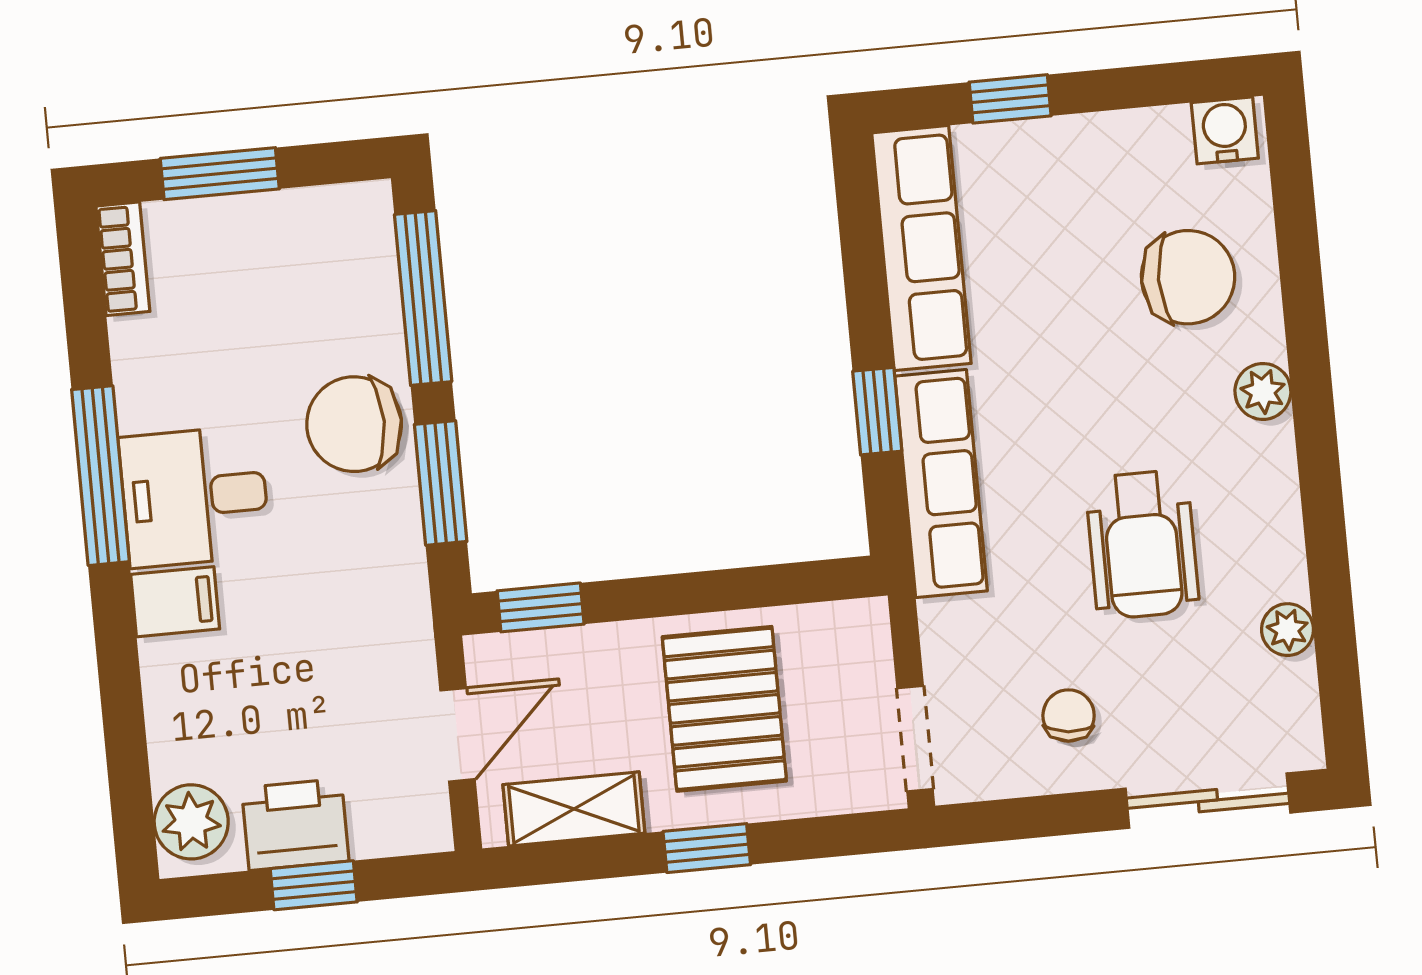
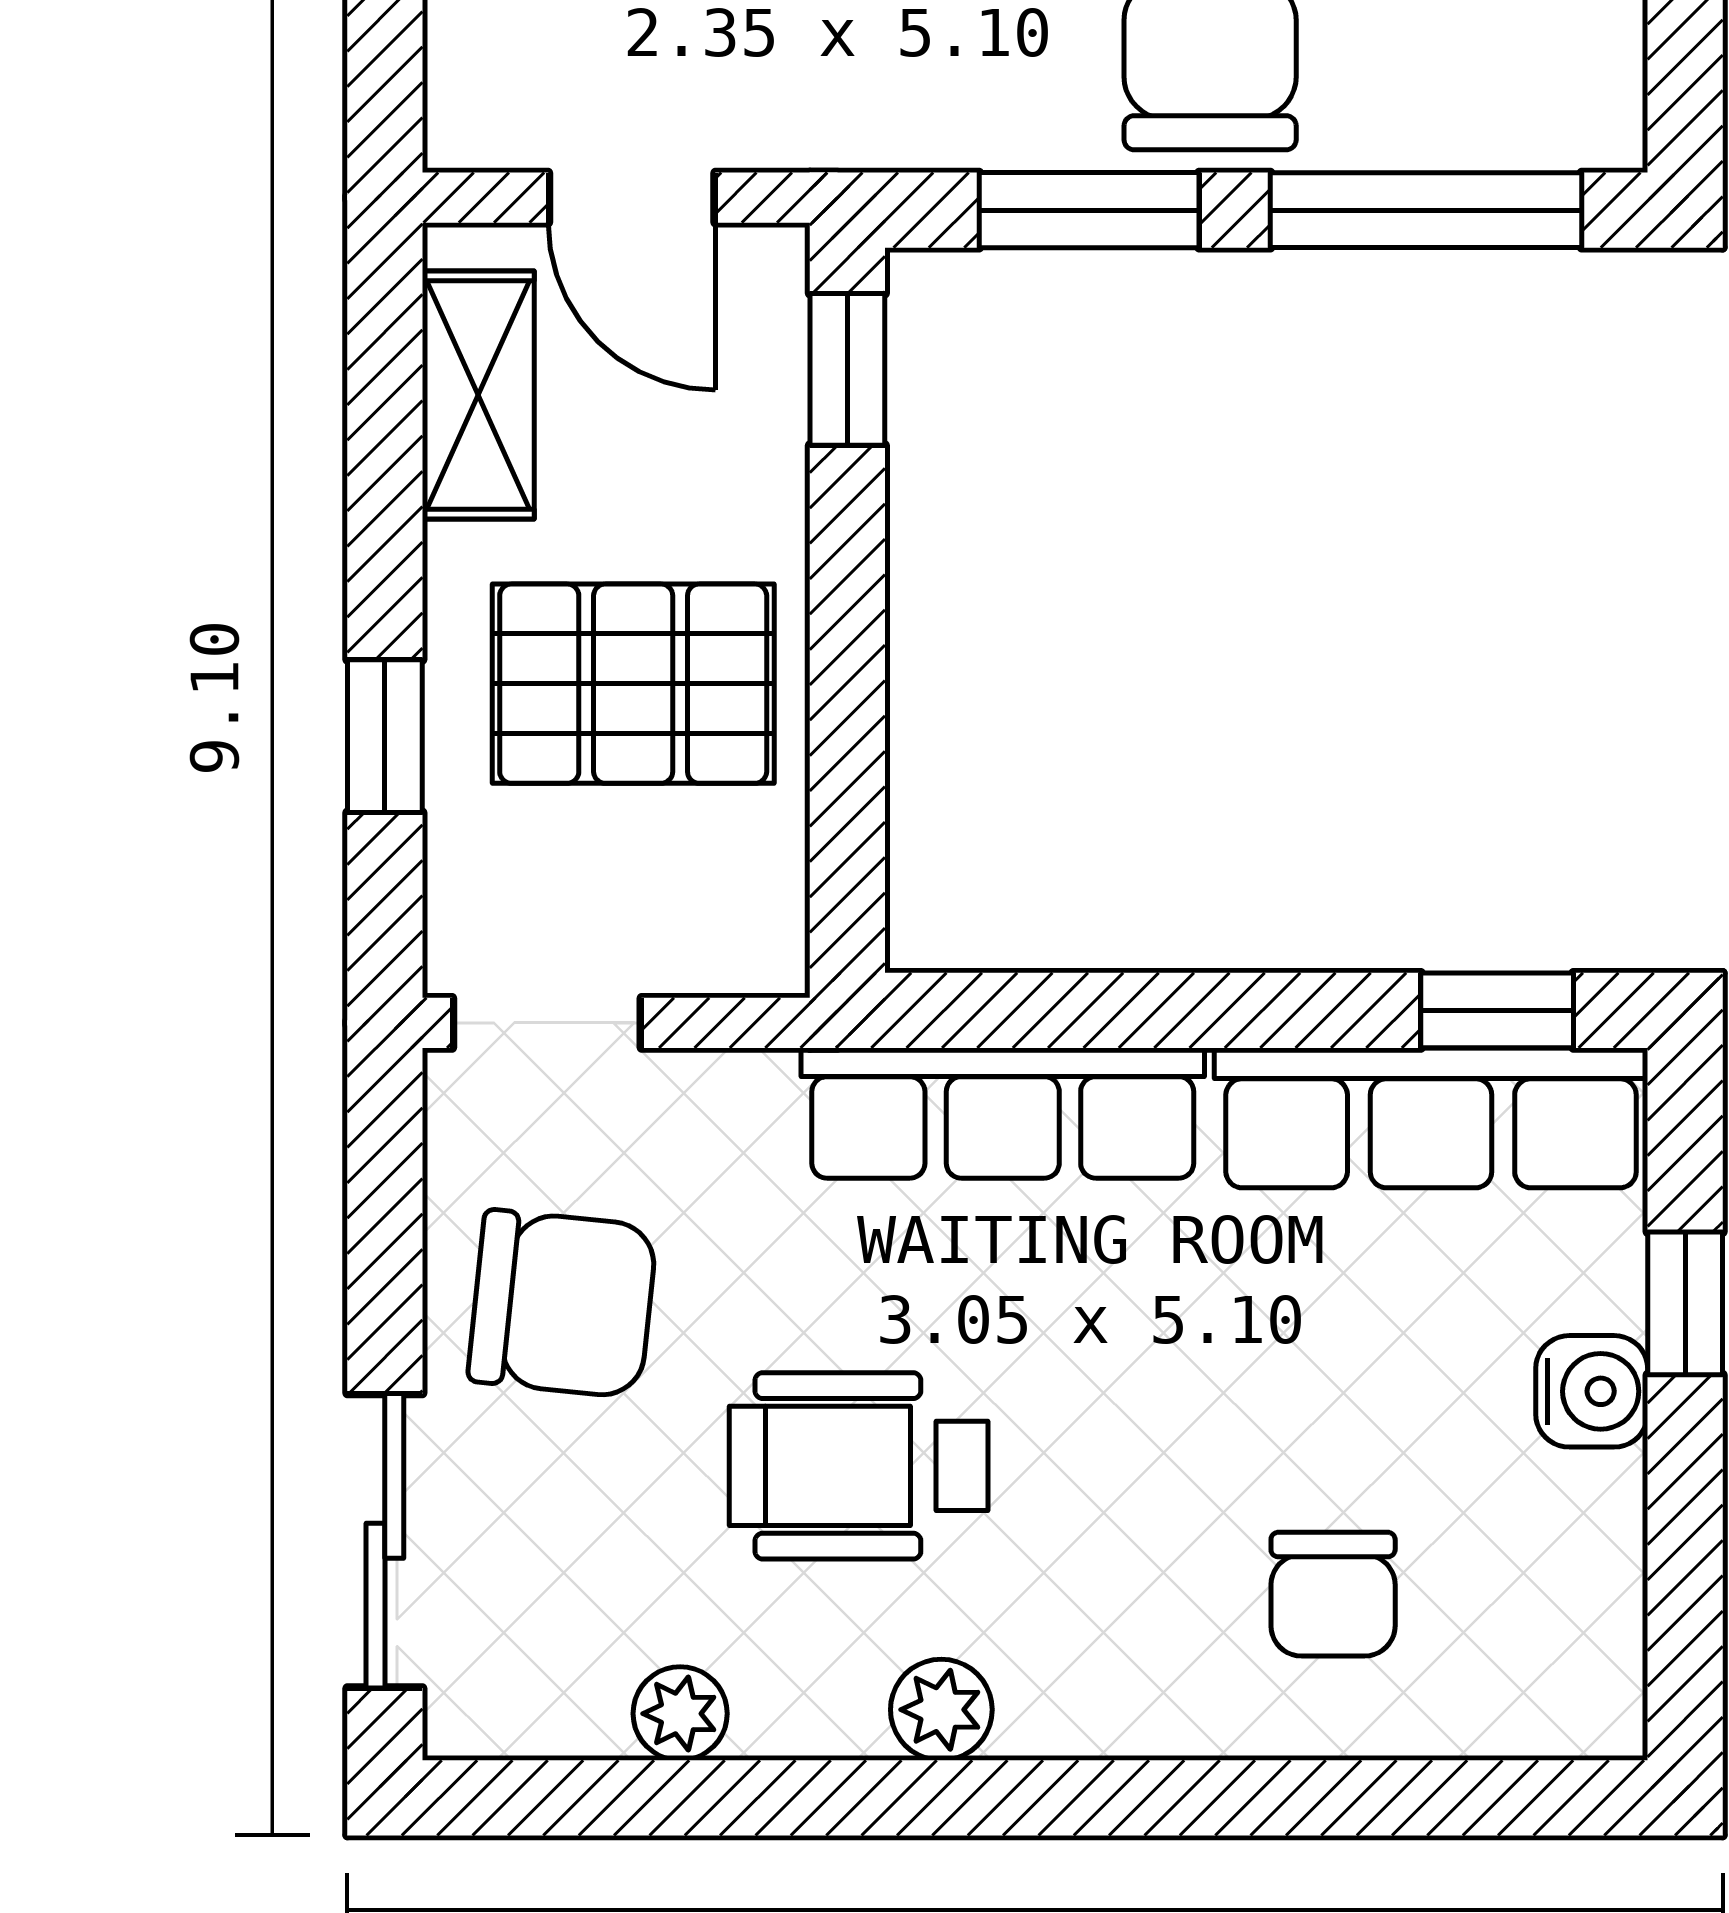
water cooler: (1225, 130) -> (1592, 1391), moved
chair: (1188, 277) -> (1333, 1594), width x0.73, depth x0.73
plant: (1263, 391) -> (941, 1710), moved
window: (877, 411) -> (1497, 1010), moved
chair: (1069, 715) -> (562, 1304), width x1.87, depth x1.87
window: (707, 848) -> (385, 736), moved

